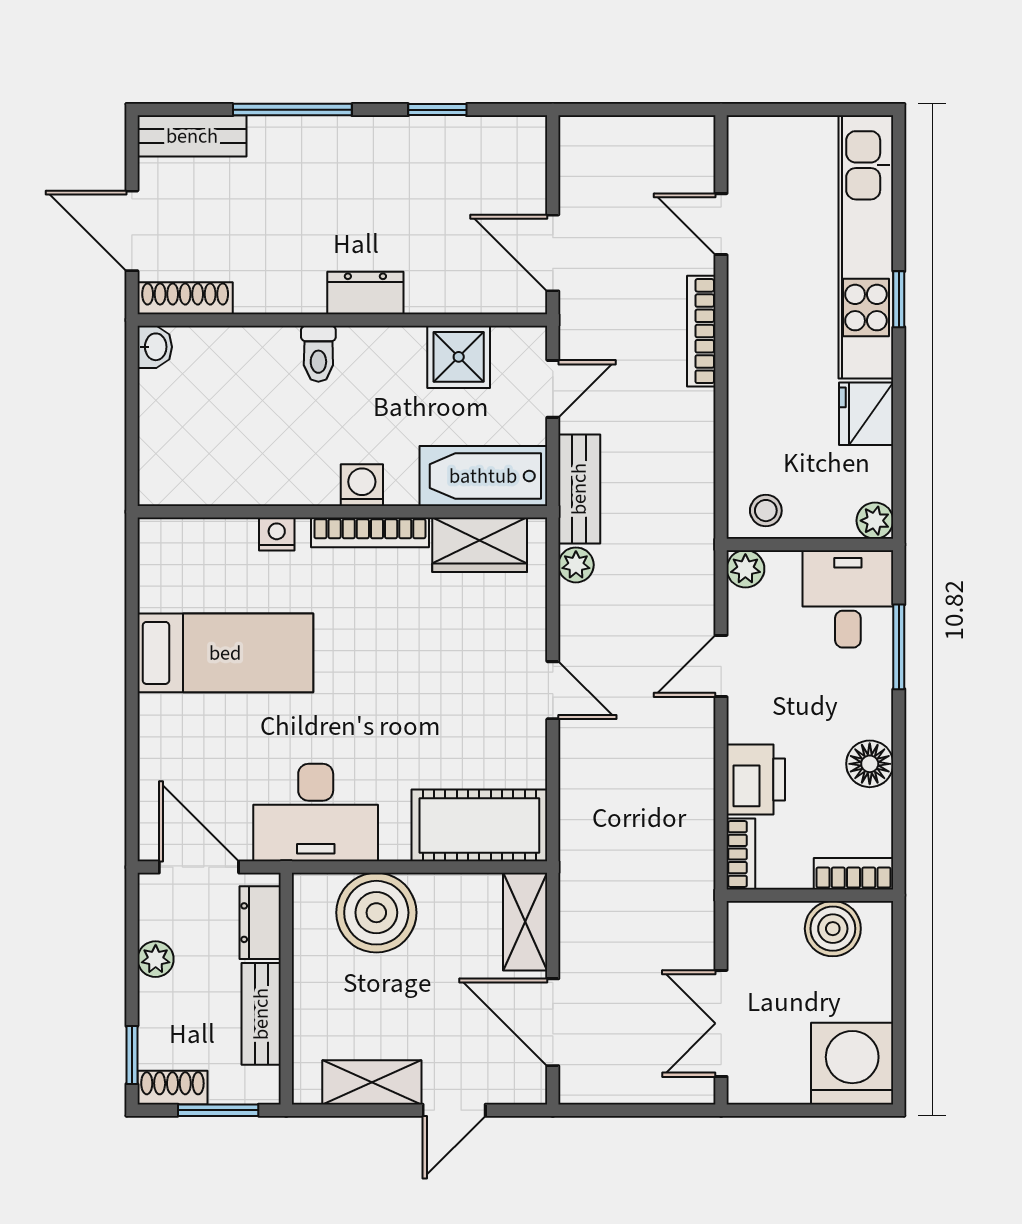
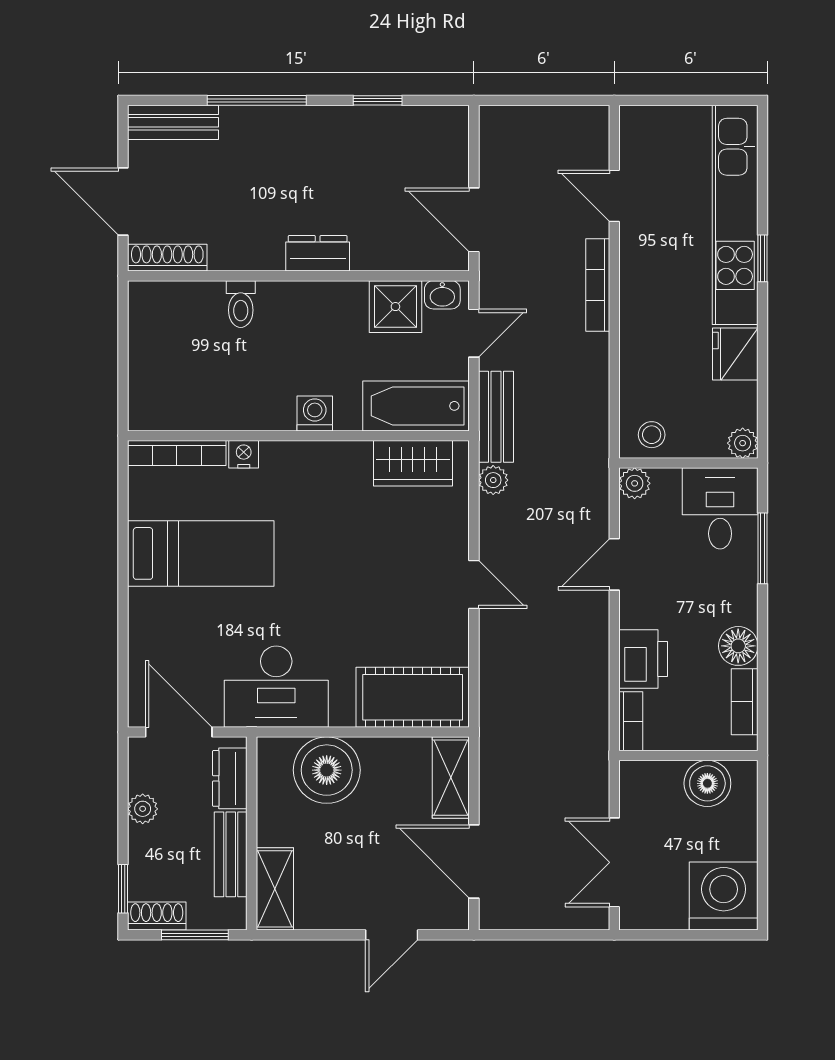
washbasin: (155, 347) -> (442, 295), moved, turned 90
toilet: (318, 354) -> (241, 304), moved
bookcase: (370, 532) -> (177, 453), moved
bookcase: (853, 874) -> (745, 702), moved, turned -90
shelving: (372, 1082) -> (275, 889), moved, turned 90

